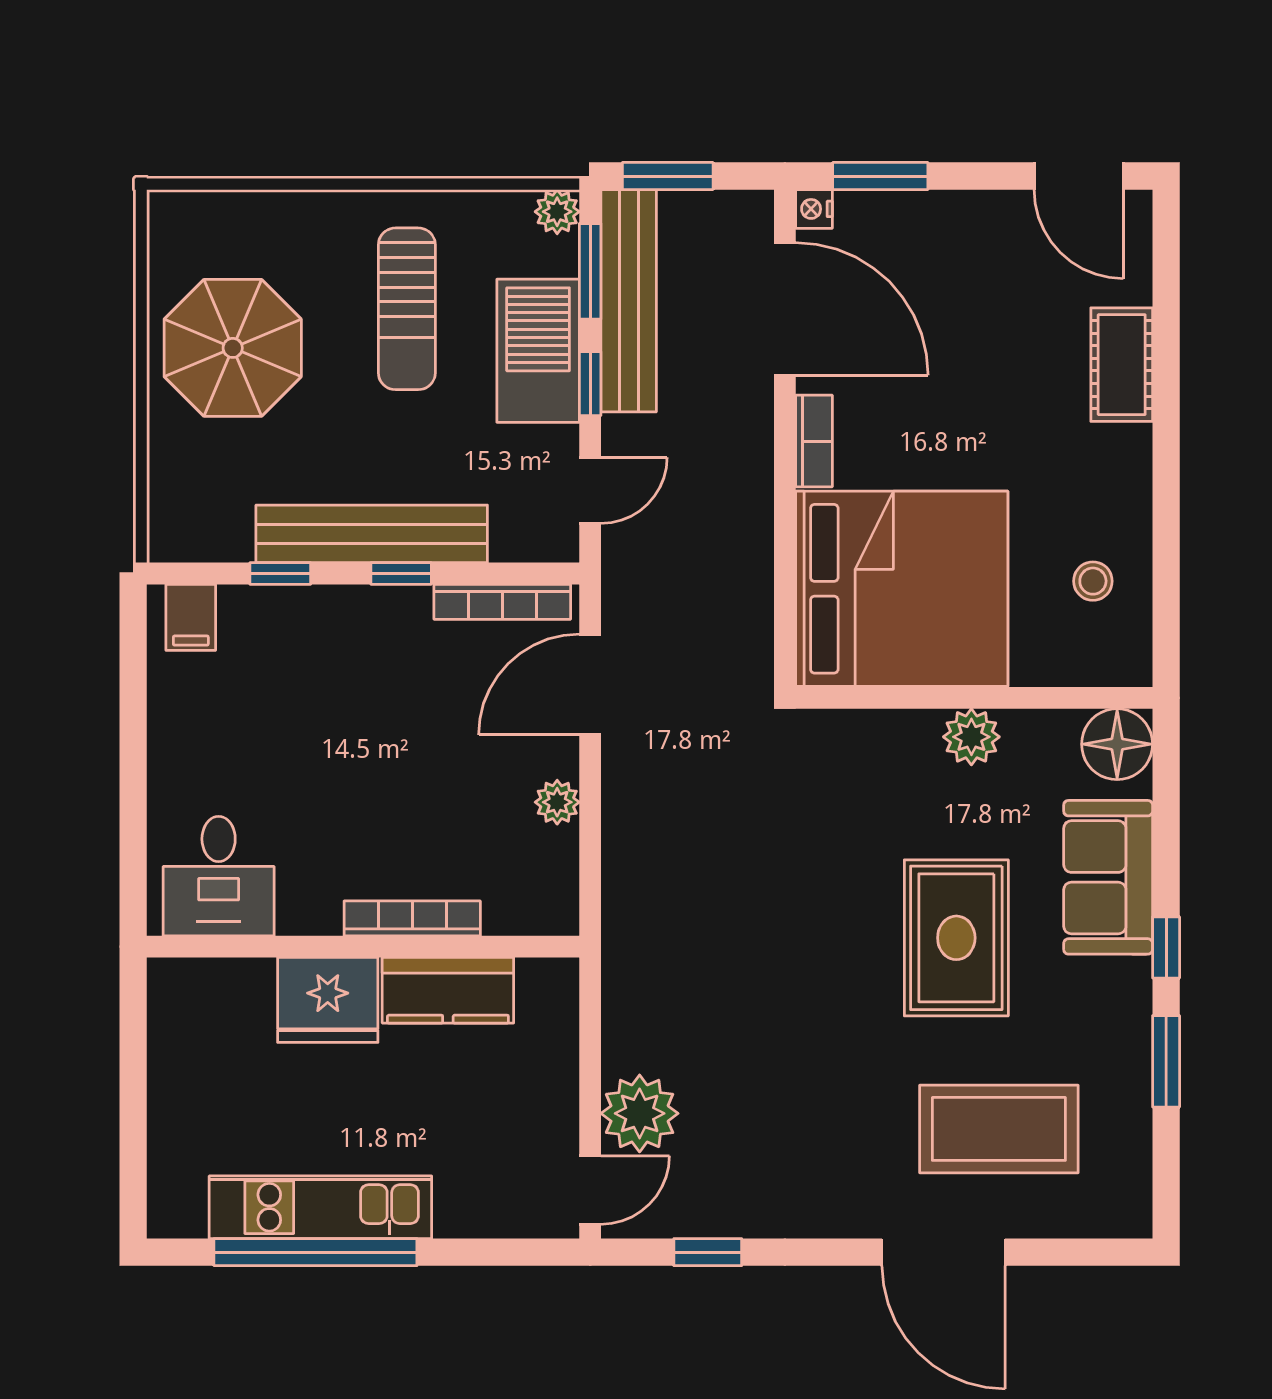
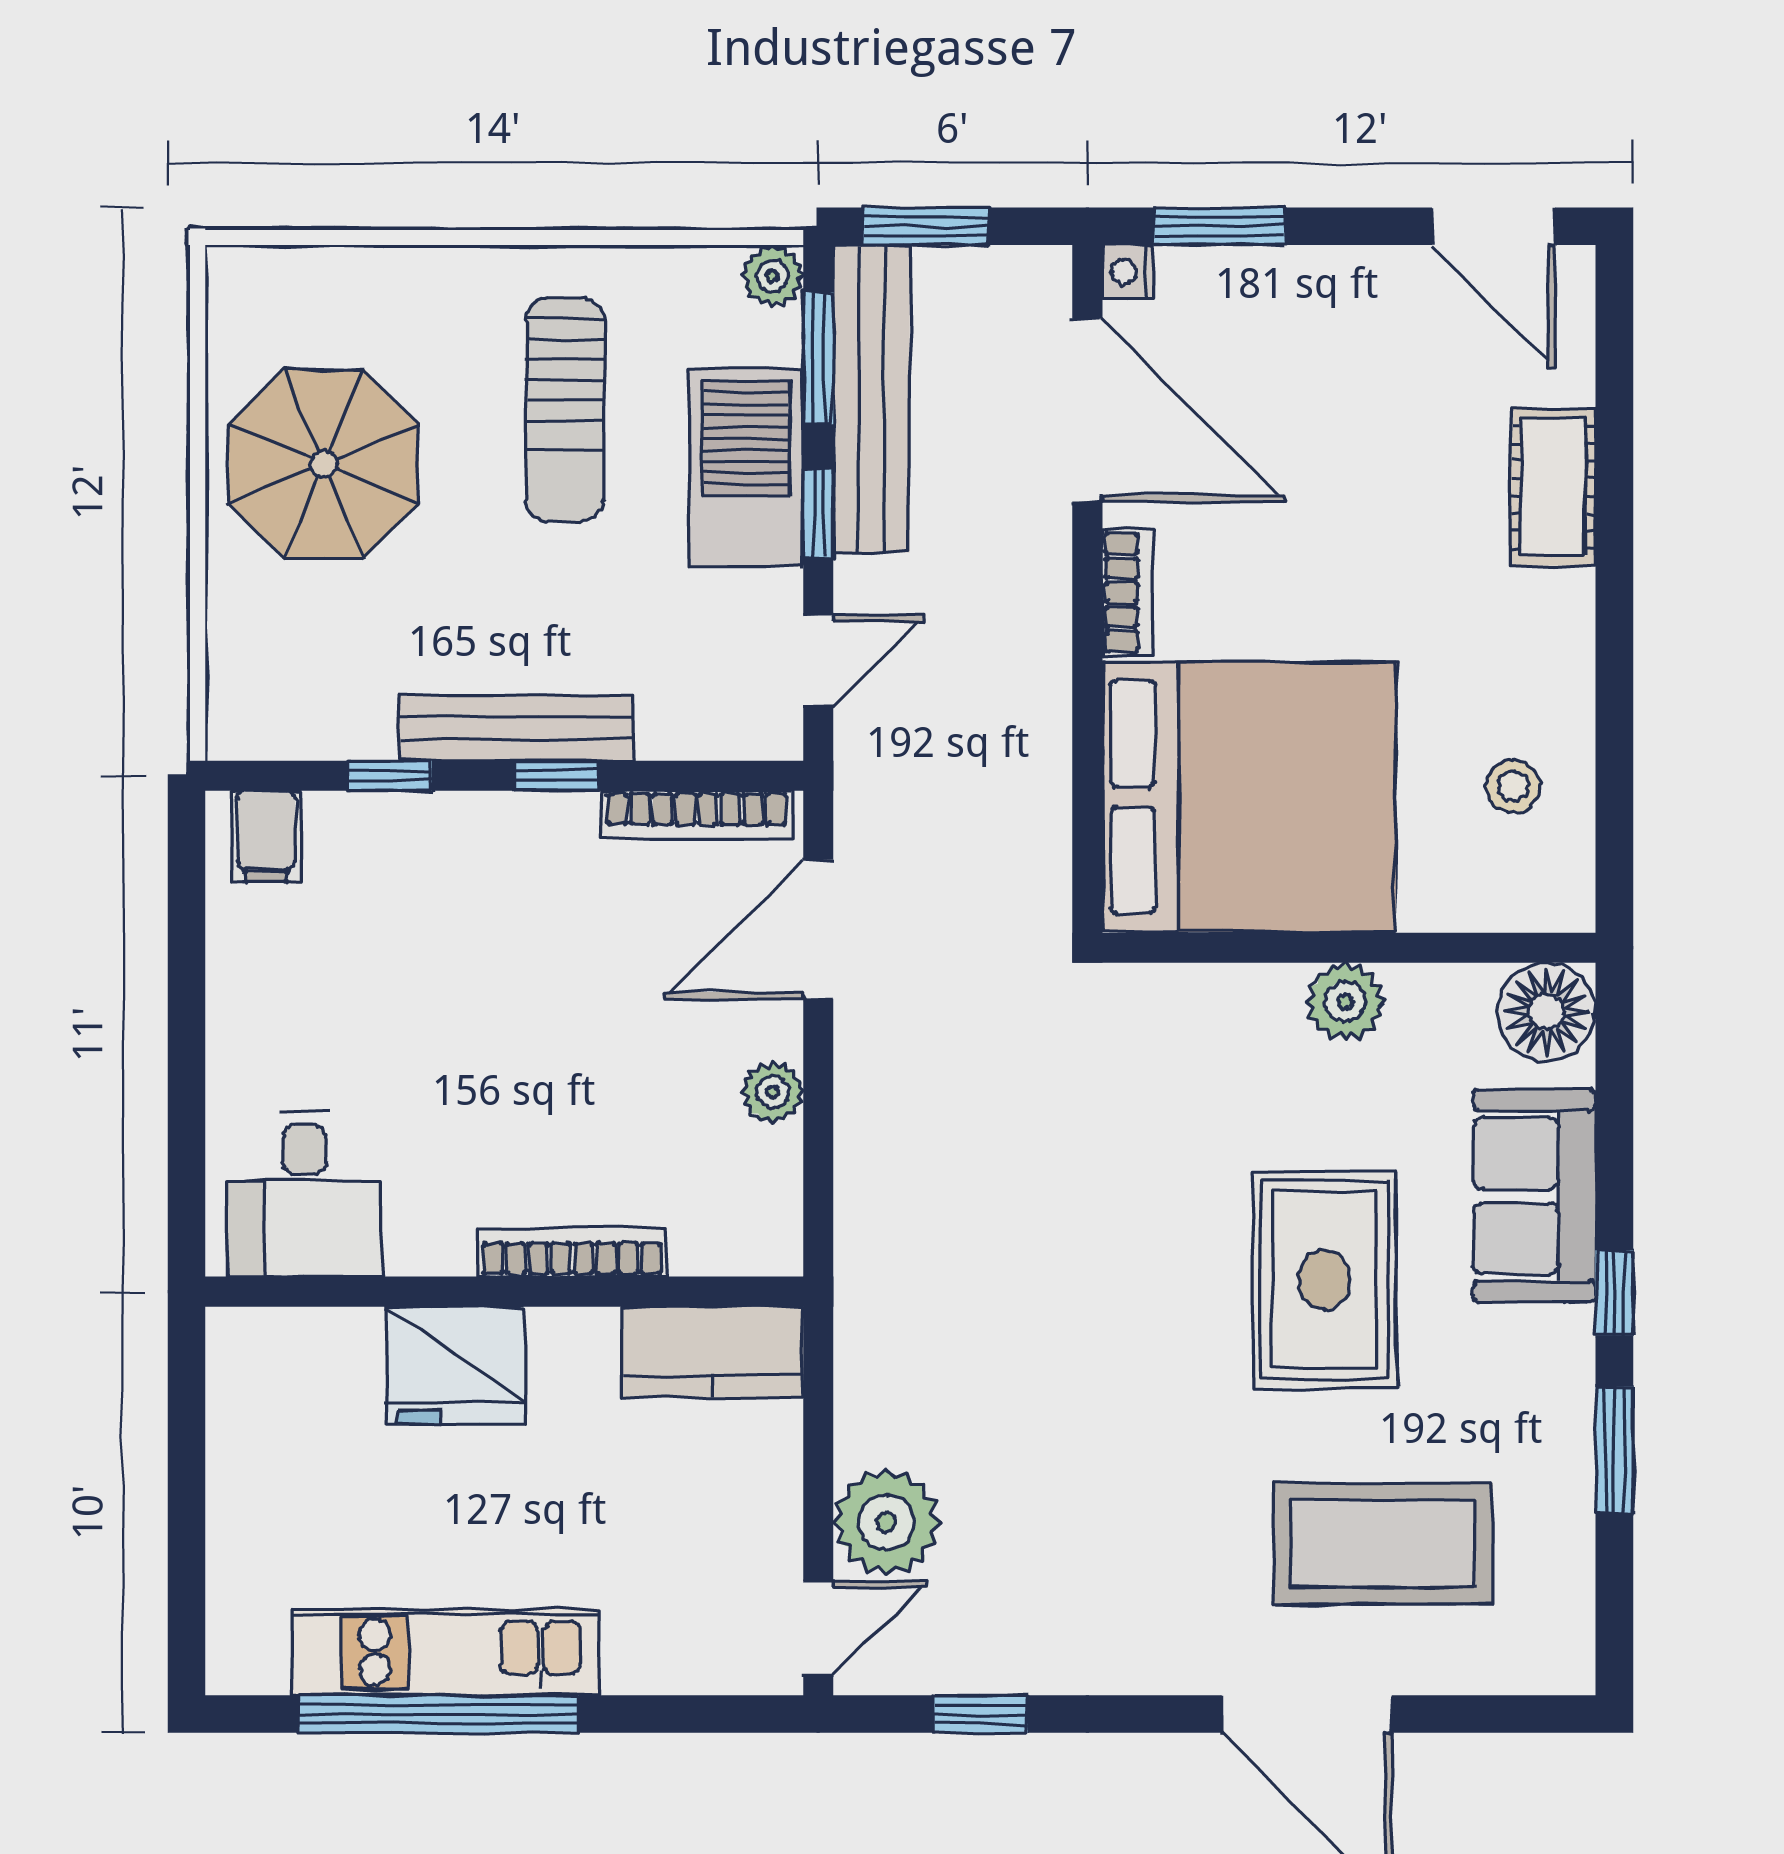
bench: (372, 534) -> (516, 728), width x0.73, depth x0.82
kitchen counter: (448, 990) -> (712, 1352), moved

